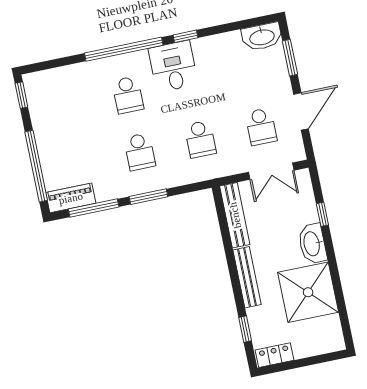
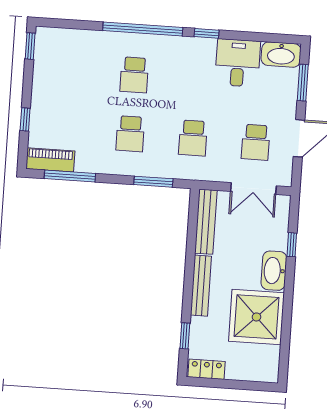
desk: (173, 66) -> (238, 63), moved
window: (36, 166) -> (25, 119), width x0.32
window: (148, 197) -> (153, 182), moved

